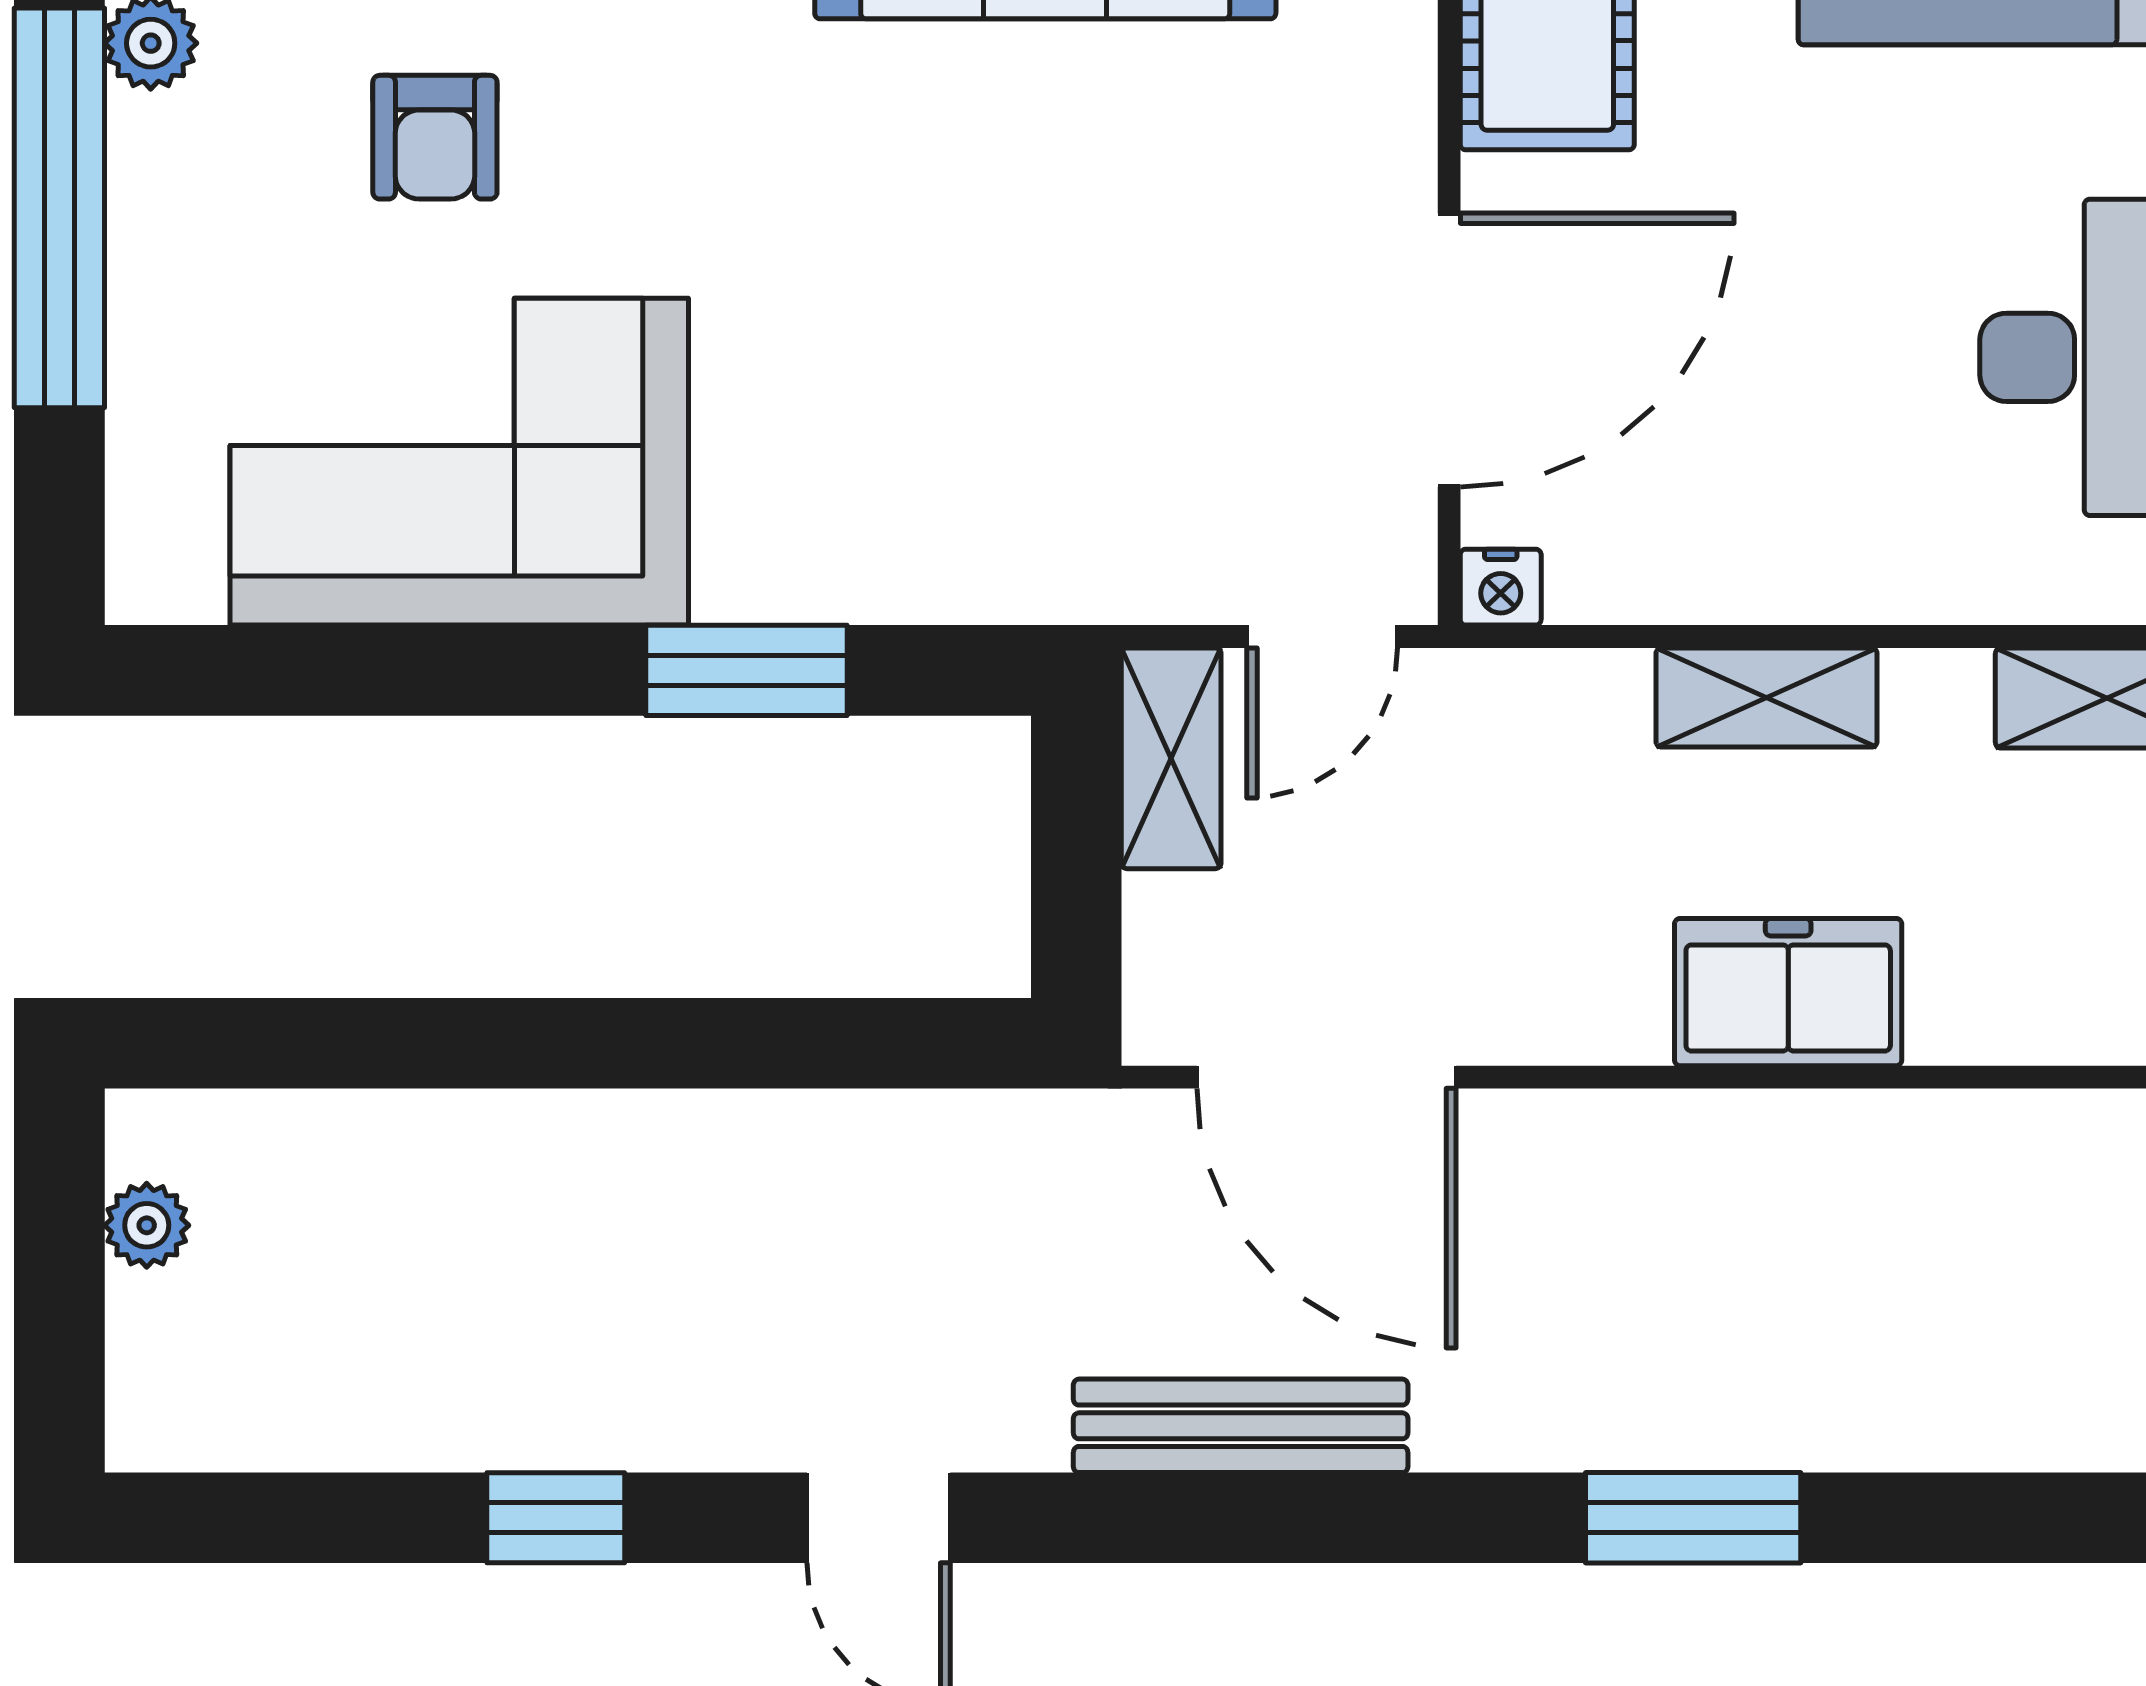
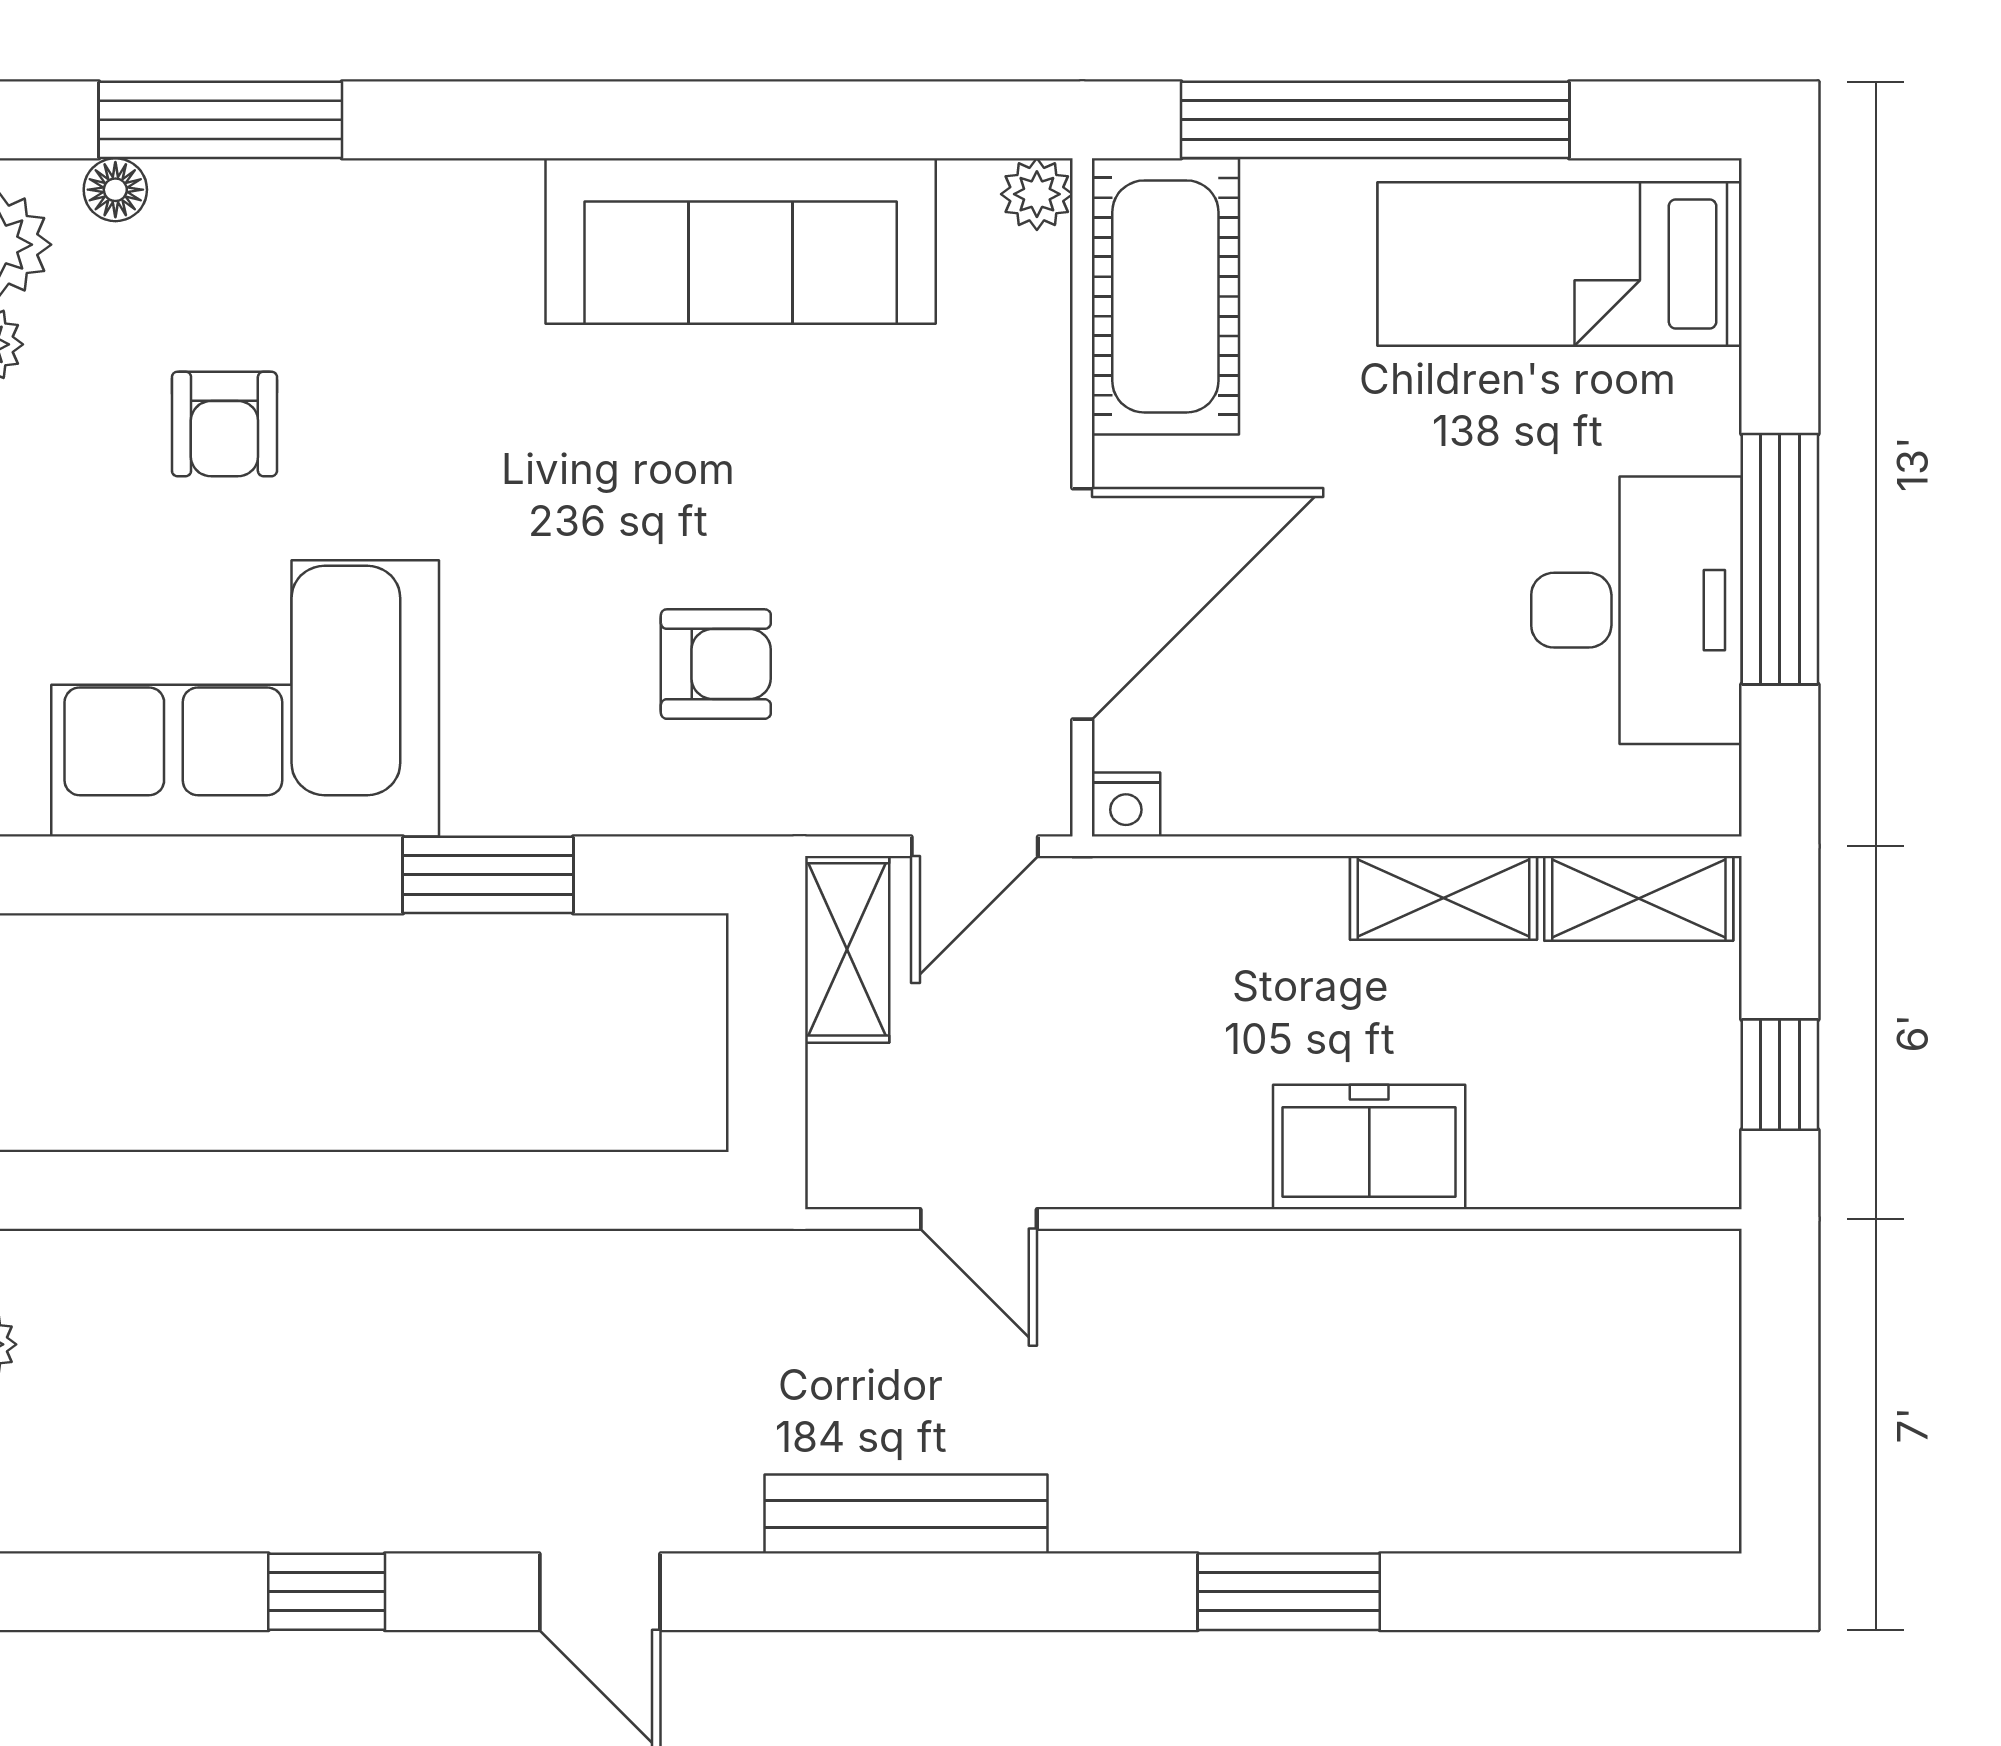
armchair: (1016, 421) -> (716, 664), added
shelving: (1767, 697) -> (1443, 898), moved
door: (1327, 1077) -> (979, 1219), width x0.53

